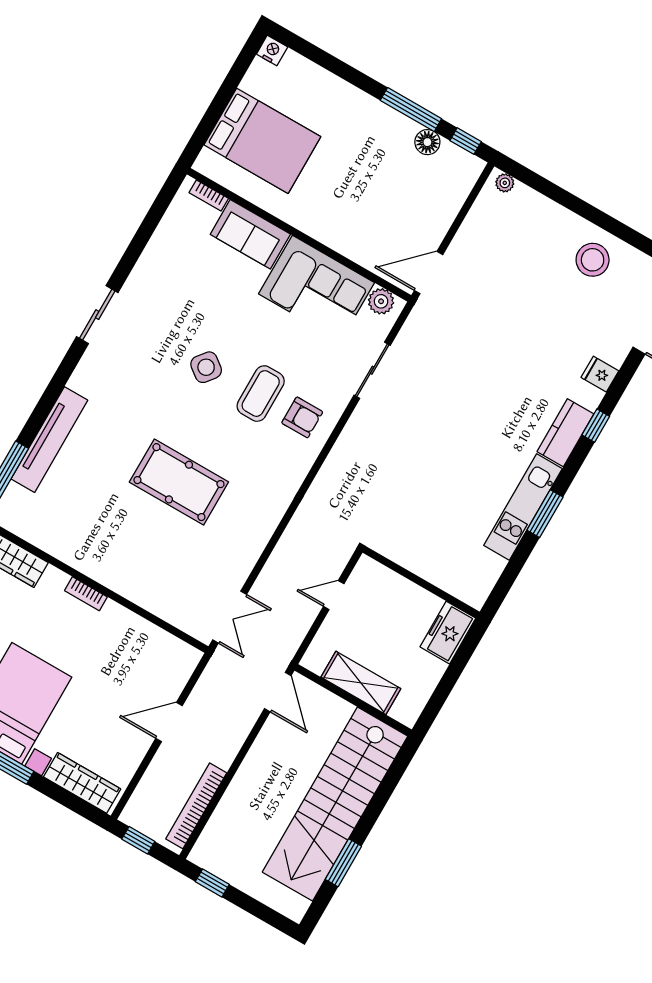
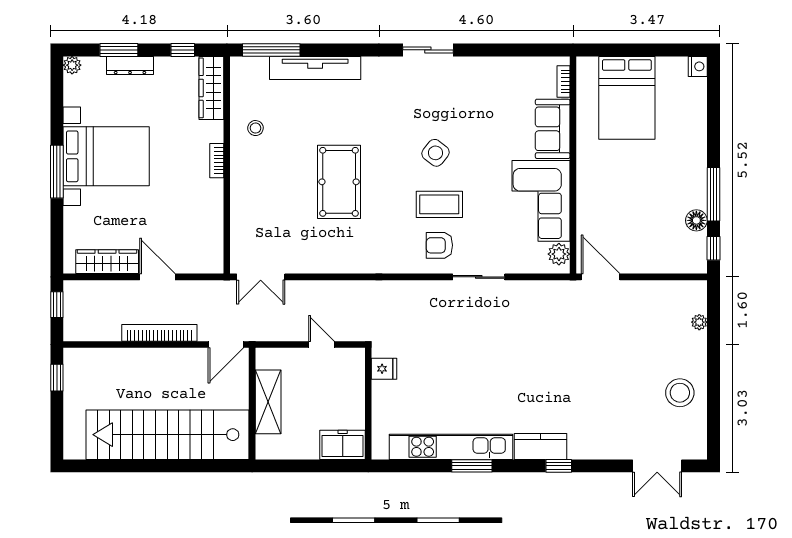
plant: (505, 183) -> (699, 322), moved
sliding door: (372, 370) -> (479, 277), moved
fridge: (600, 374) -> (384, 369), moved, turned 90
armchair: (302, 417) -> (439, 245), turned 90
kitchen unit: (523, 507) -> (451, 447), width x1.36
stool: (75, 535) -> (255, 128), added
wardrobe: (82, 783) -> (107, 262), moved, turned -90
bookcase: (196, 806) -> (159, 333), moved
window: (343, 863) -> (128, 466), removed

